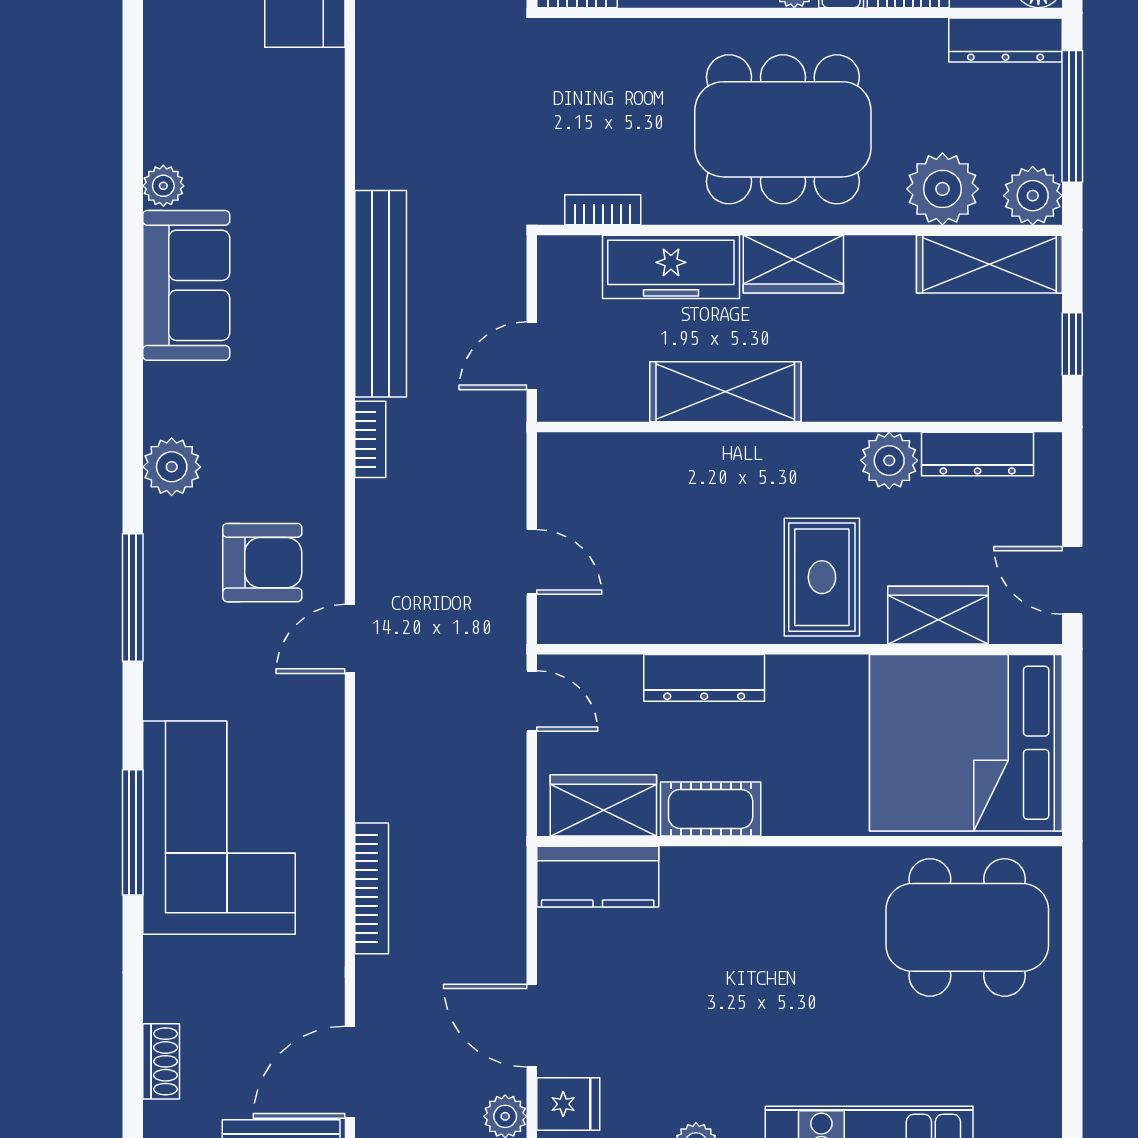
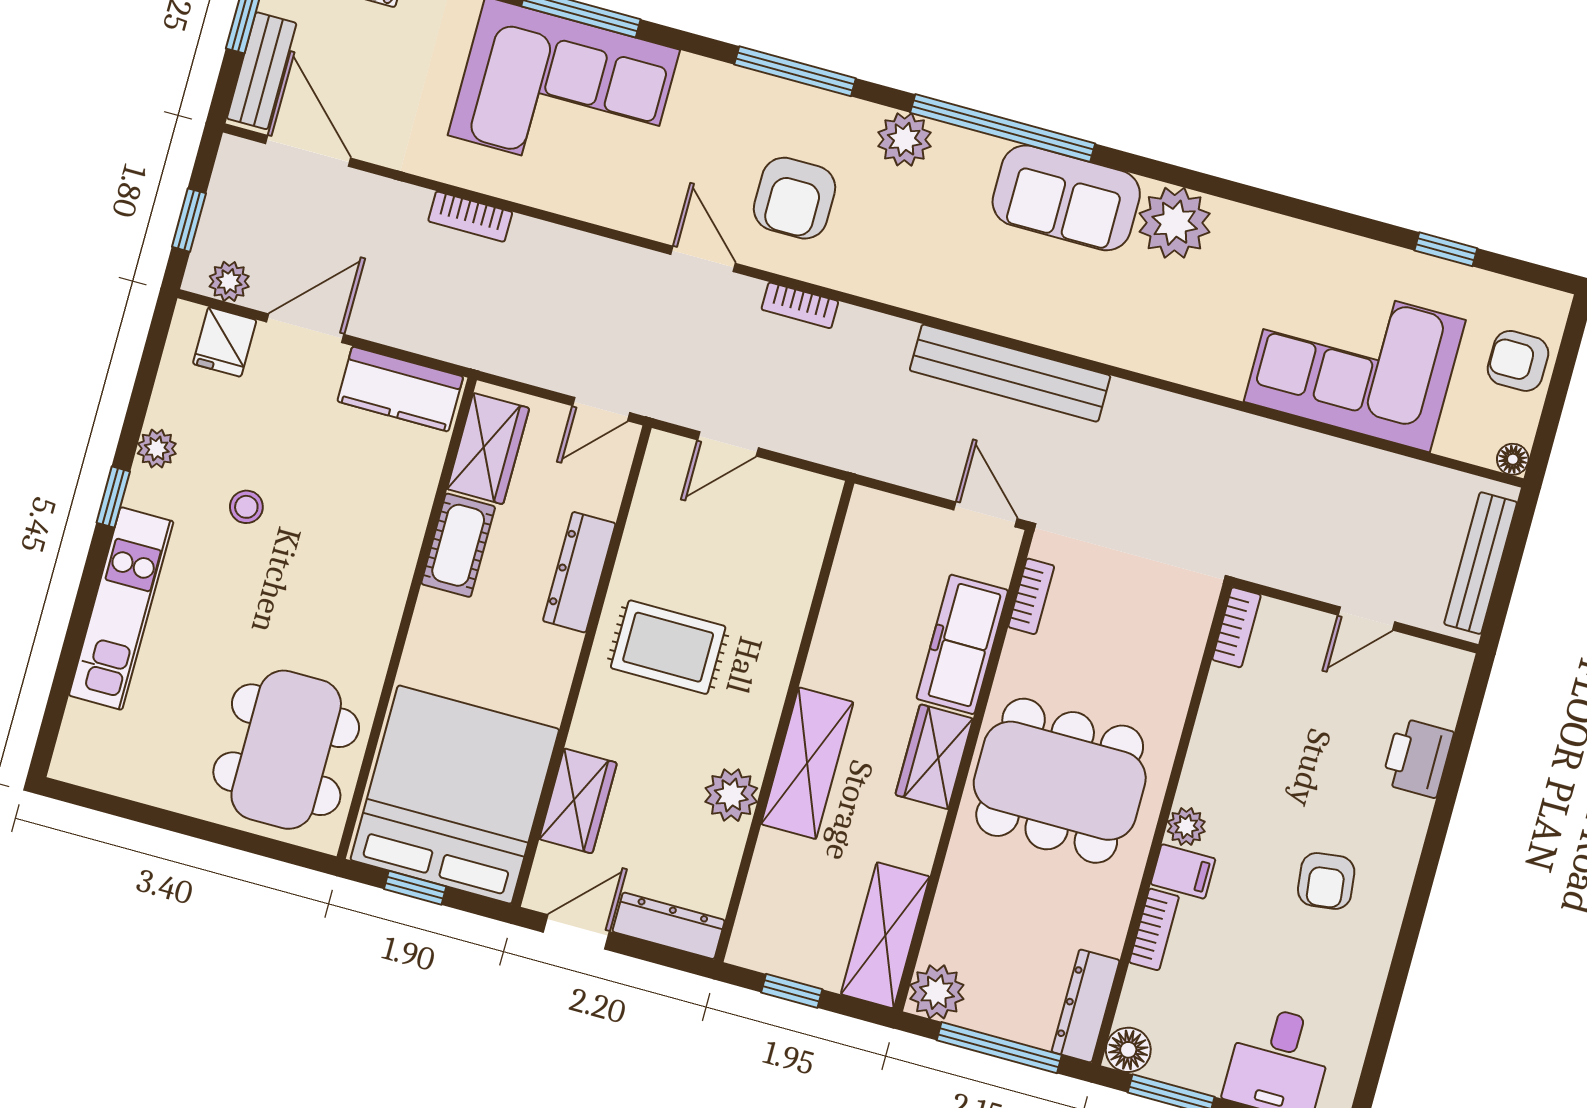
dining table: (783, 129) -> (1060, 781), turned 90
plant: (163, 186) -> (1175, 223), width x1.88, depth x1.88
plant: (942, 189) -> (965, 911), removed
door: (532, 356) -> (986, 514), moved
window: (133, 370) -> (1003, 128), added
shelving: (725, 392) -> (807, 763), moved
bookcase: (370, 439) -> (800, 305), moved
dresser: (978, 454) -> (669, 926), moved, turned 90
rug: (822, 577) -> (668, 647), moved
window: (1072, 757) -> (415, 888), added
kitchen counter: (598, 877) -> (400, 389), moved, turned -90
bookcase: (372, 888) -> (470, 217), width x0.64
stool: (730, 1036) -> (246, 507), added

